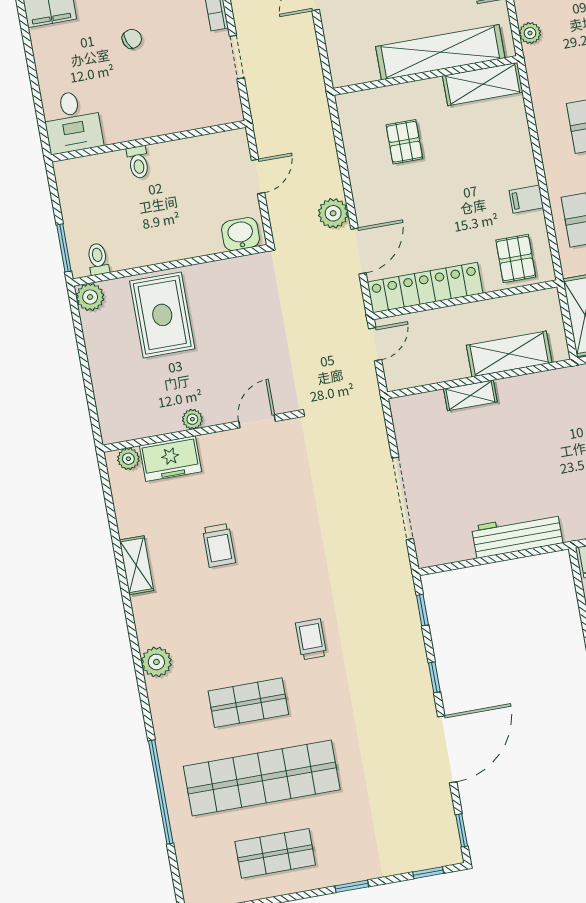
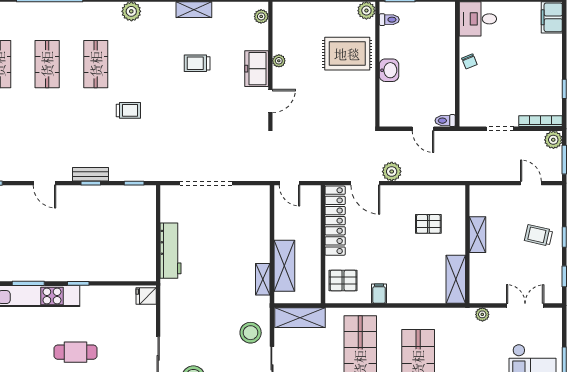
chair: (132, 39) -> (469, 61), moved
shelving: (440, 52) -> (478, 235), width x0.45, depth x0.75
toilet: (138, 162) -> (445, 121), moved
washbasin: (241, 234) -> (389, 70), moved
door: (375, 344) -> (289, 183), moved
shelving: (470, 395) -> (263, 279), moved
door: (257, 421) -> (270, 101), hinge flipped
freezer: (171, 459) -> (257, 69), moved
bench: (421, 680) -> (90, 174), added
door: (447, 749) -> (44, 183), width x0.53
shop shelf: (262, 778) -> (47, 64), width x0.50, depth x0.74

